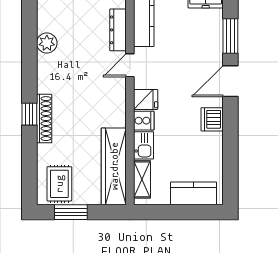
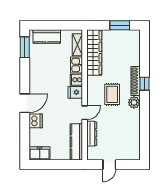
window: (230, 36) -> (25, 47), moved
plant: (47, 43) -> (134, 102), moved
dishwasher: (212, 119) -> (36, 121), moved
rug: (59, 184) -> (112, 94), moved

